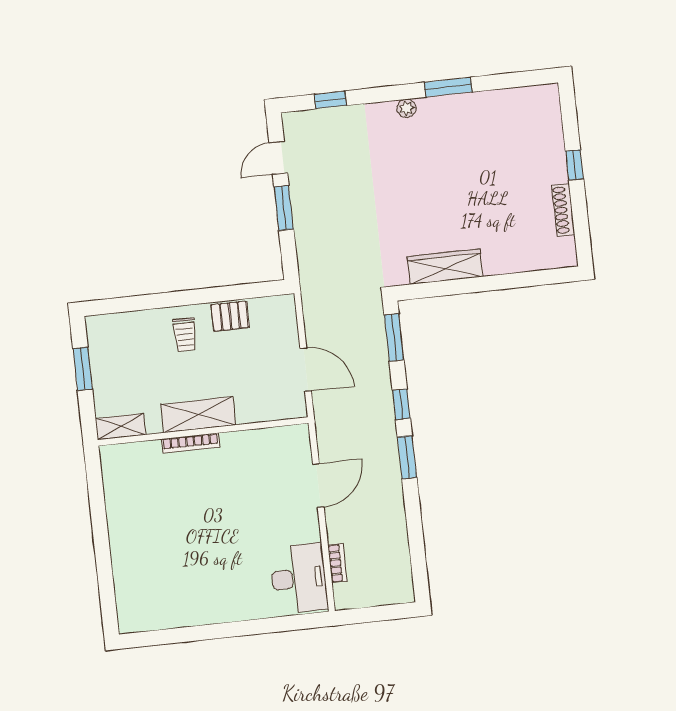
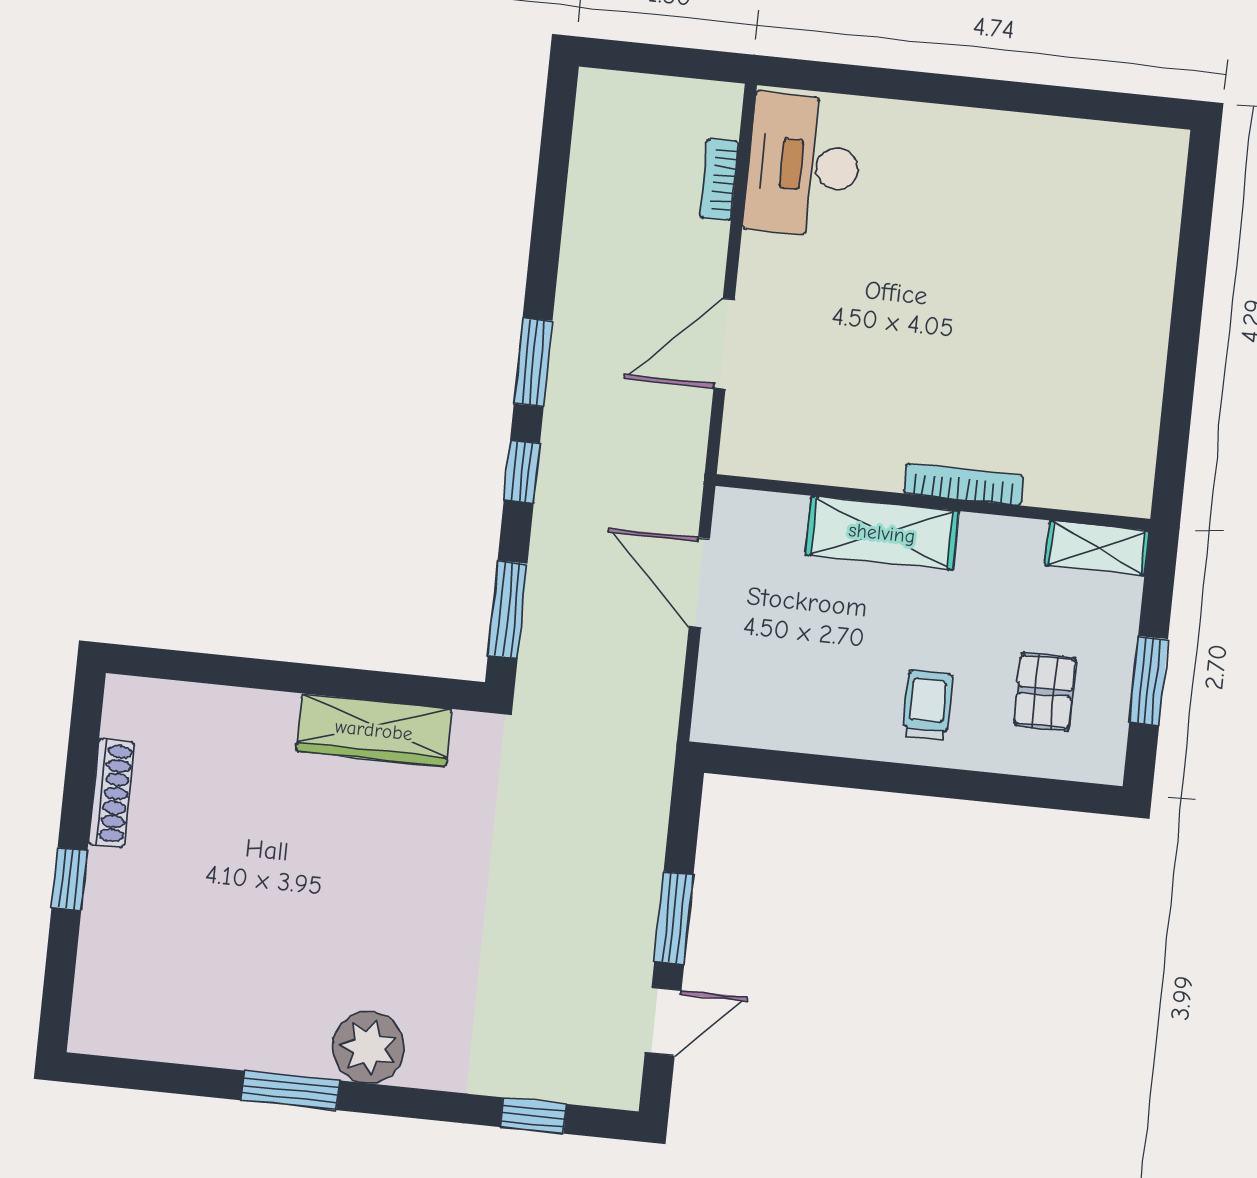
plant: (407, 108) -> (368, 1047), width x1.88, depth x1.88
pallet: (230, 316) -> (1045, 692), moved, turned 90
shelving: (198, 415) -> (882, 533), moved

